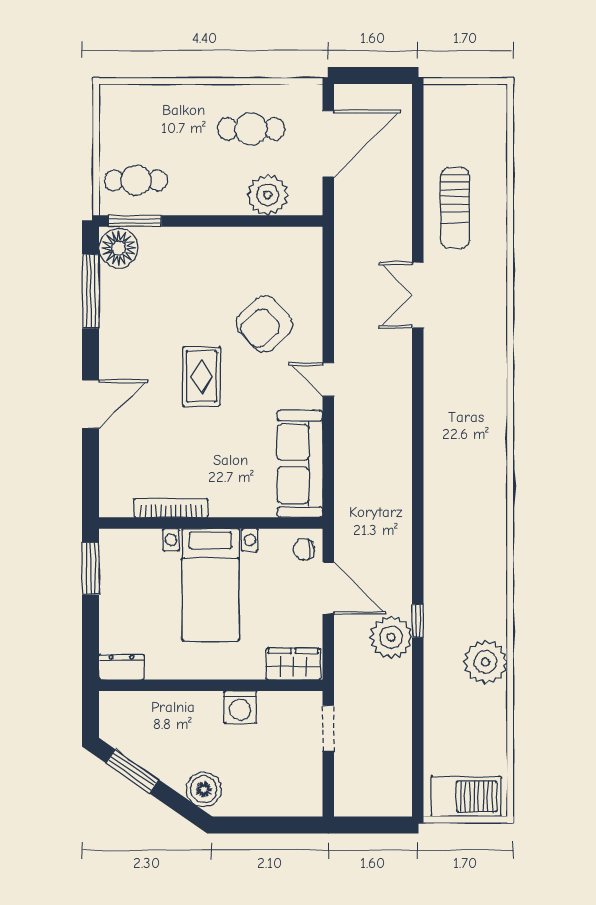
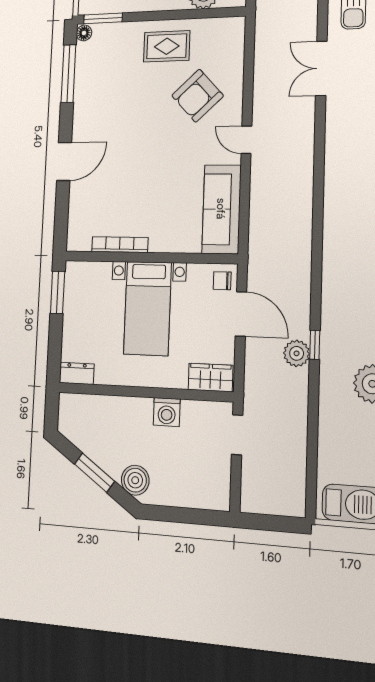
floor lamp: (119, 248) -> (84, 33), width x0.53, depth x0.53
rug: (202, 376) -> (167, 46), moved, turned 90
plant: (391, 637) -> (297, 353), width x0.73, depth x0.73
window: (132, 771) -> (95, 473), moved

